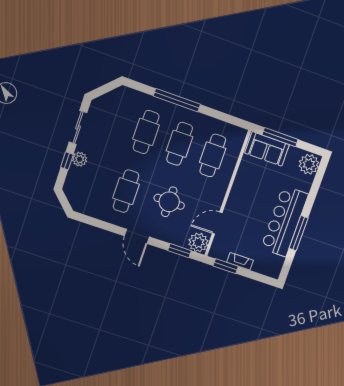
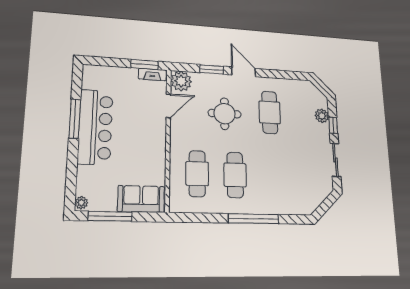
cafe table: (146, 132) -> (272, 176), removed
window: (280, 137) -> (110, 216), moved
plant: (80, 159) -> (322, 116), moved
plant: (309, 164) -> (81, 203), width x0.53, depth x0.53
window: (179, 251) -> (212, 69), moved
fireplace: (240, 261) -> (152, 75), moved

